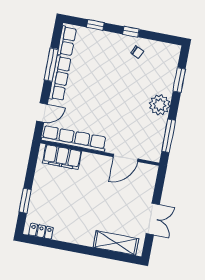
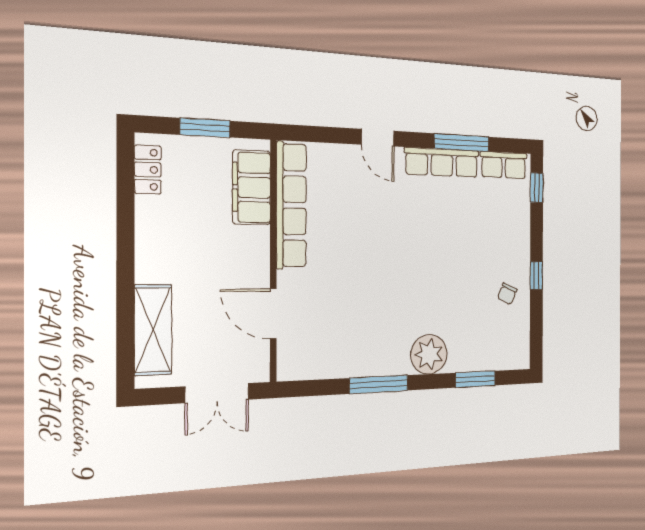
window: (95, 25) -> (537, 188), moved
row of seats: (74, 139) -> (291, 205), moved
wall: (100, 153) -> (273, 261), moved
filing cabinet: (62, 157) -> (252, 187), moved
door: (126, 158) -> (273, 314), moved

